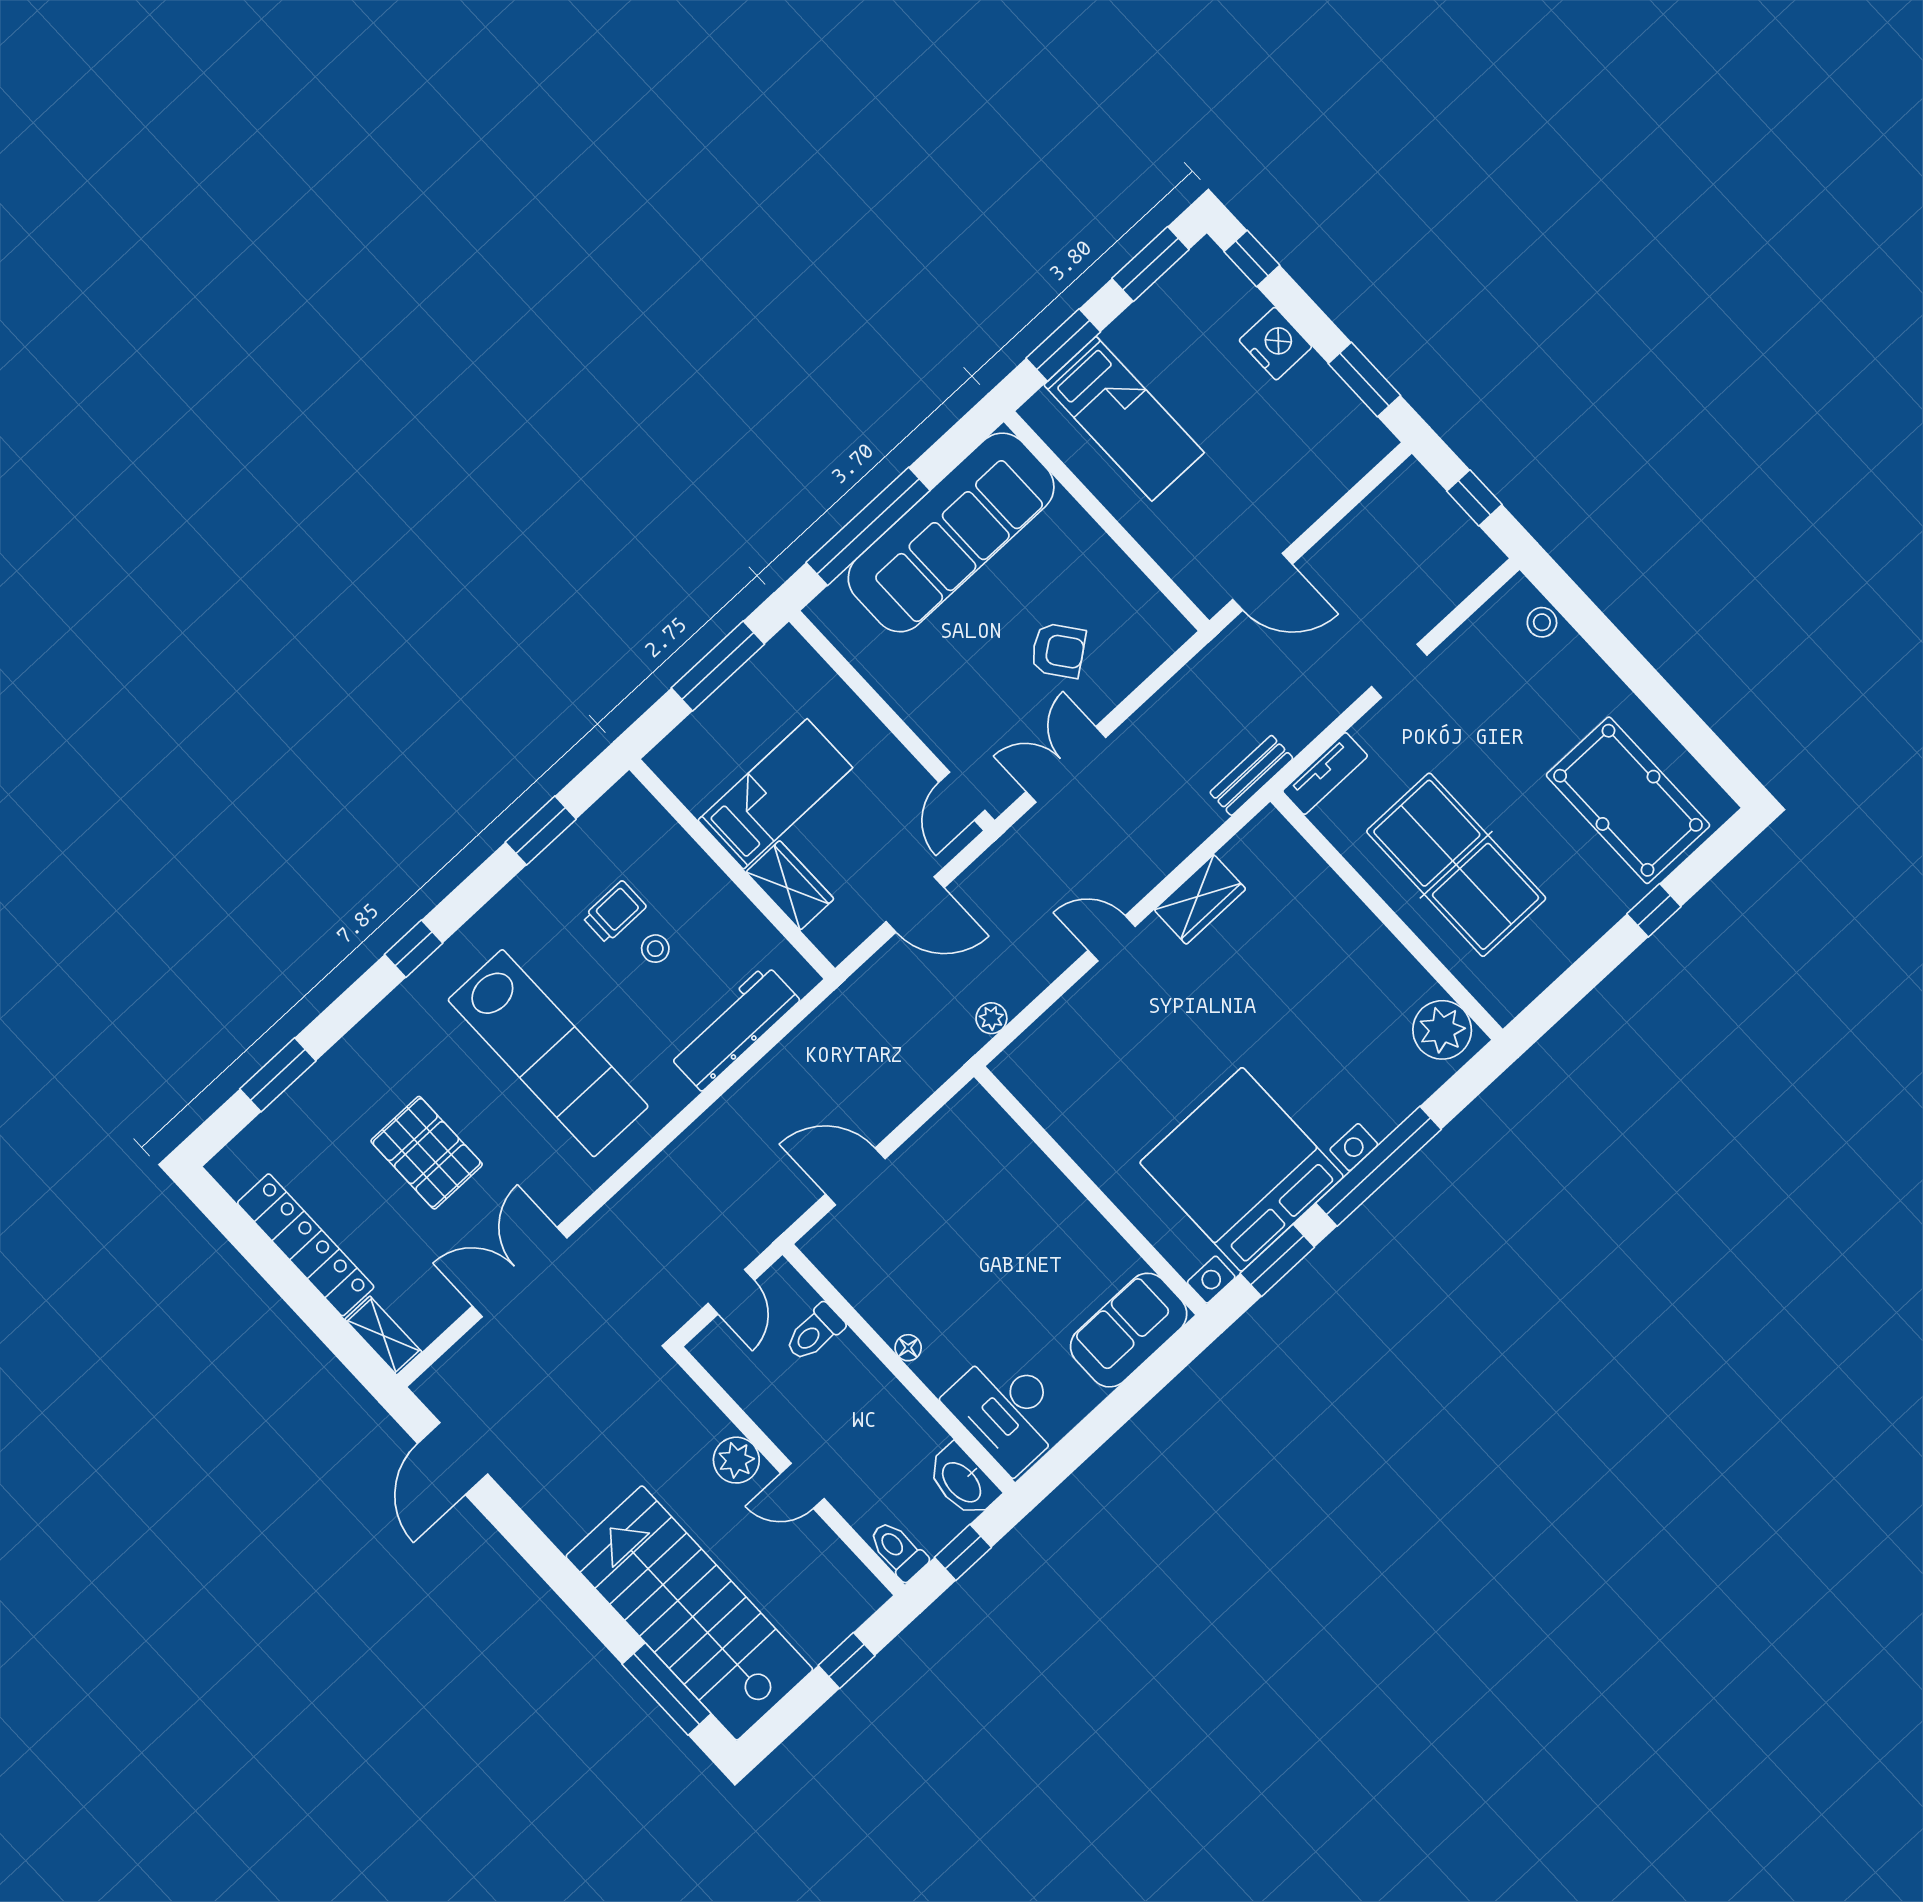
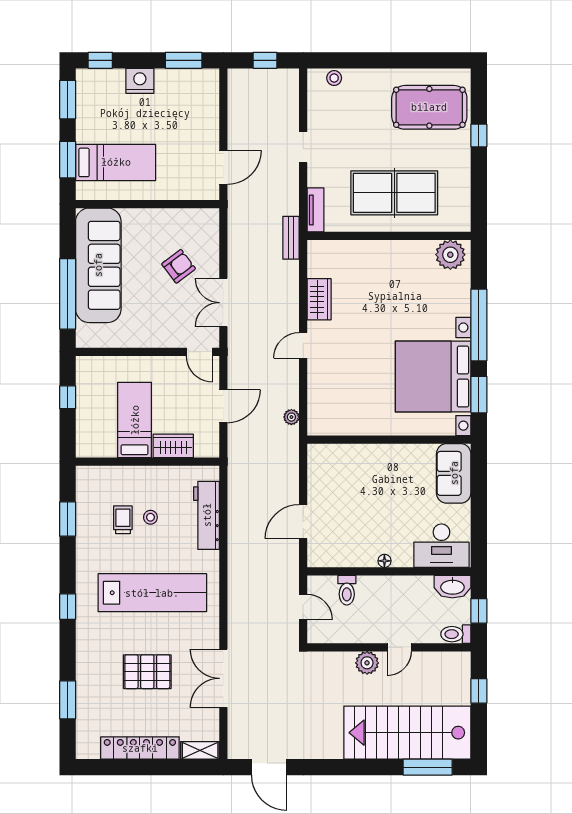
window: (718, 666) -> (68, 397), width x0.46

